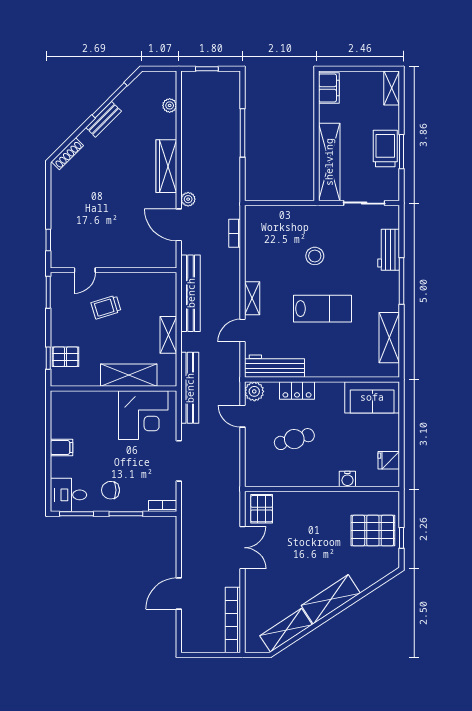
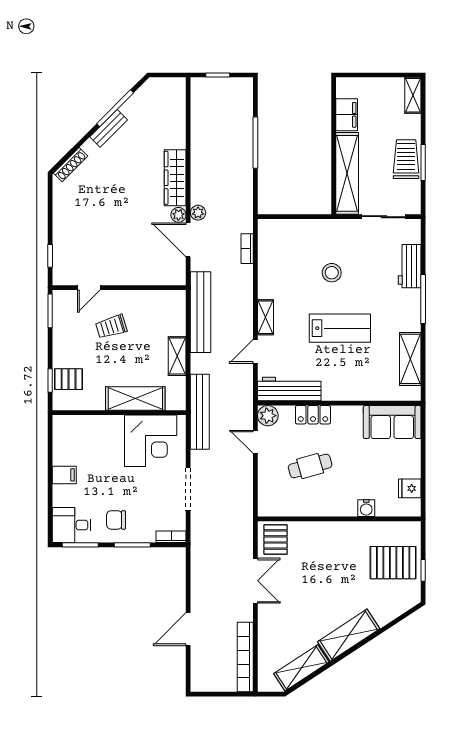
filing cabinet: (329, 88) -> (347, 115), moved
plant: (170, 105) -> (178, 215), moved

